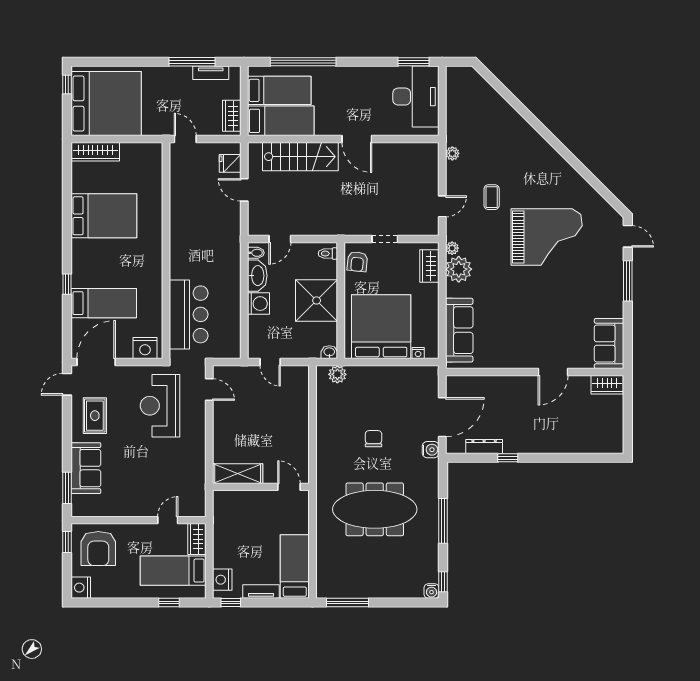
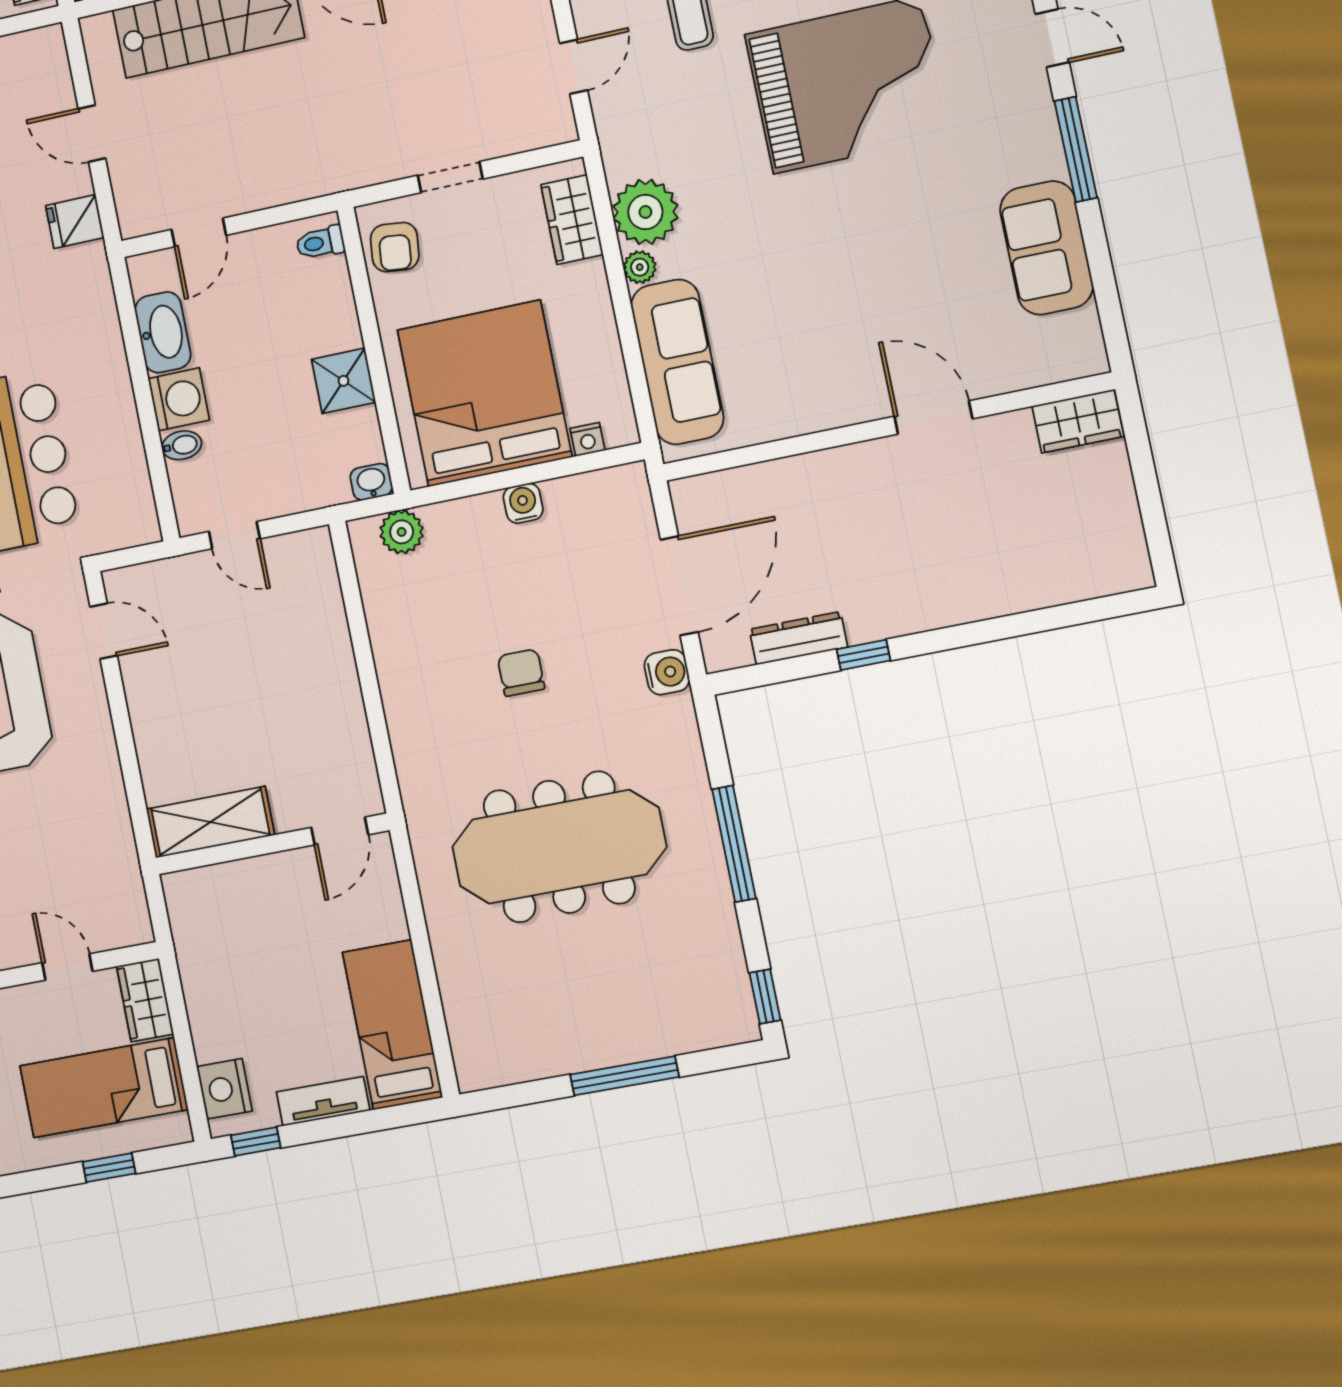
fridge: (230, 163) -> (75, 222), moved
plant: (452, 248) -> (640, 267), moved
bidet: (256, 253) -> (182, 445), moved
shower: (317, 300) -> (343, 381), width x0.54, depth x0.54
sofa: (609, 344) -> (1046, 248), moved
door: (553, 372) -> (933, 418), swing flipped
door: (289, 487) -> (340, 831), swing flipped
door: (168, 520) -> (67, 967), hinge flipped
water cooler: (432, 591) -> (523, 503), moved, turned 180
window: (347, 603) -> (624, 1076), moved

